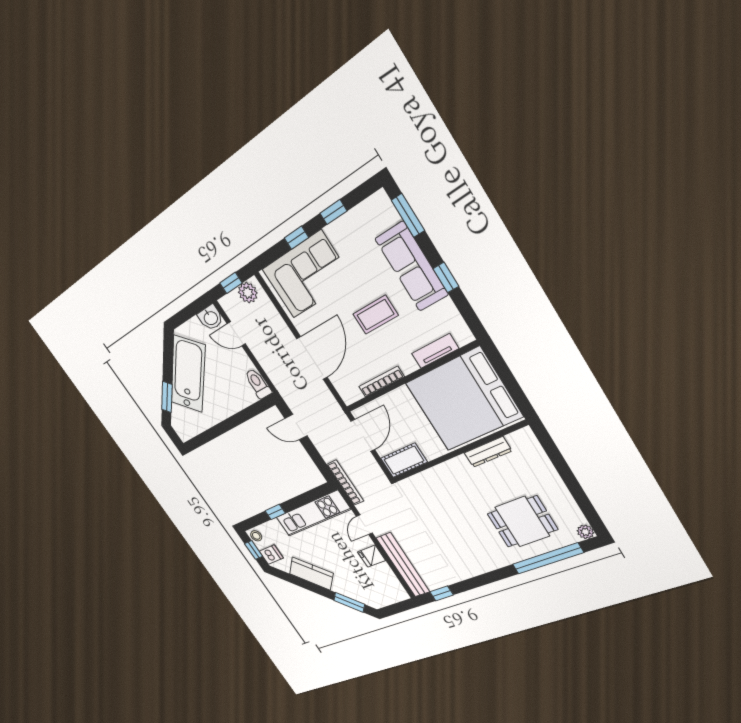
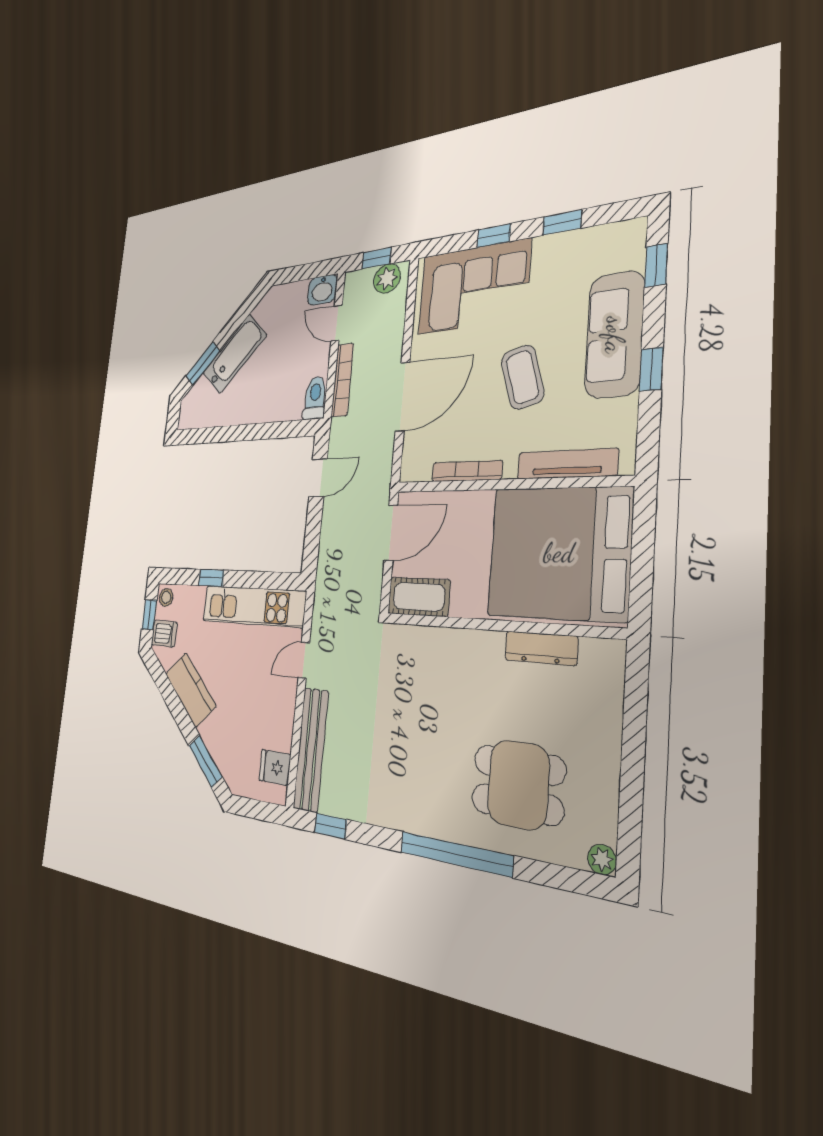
window: (408, 215) -> (656, 265), width x0.67
coffee table: (375, 315) -> (522, 377), turned 74
tv unit: (435, 351) -> (567, 464), width x1.41
bathtub: (188, 374) -> (234, 354), width x0.73, depth x0.73
door: (296, 427) -> (318, 478), swing flipped
bookcase: (345, 483) -> (342, 380), moved
fridge: (371, 556) -> (275, 767), moved
window: (548, 559) -> (455, 854), moved

